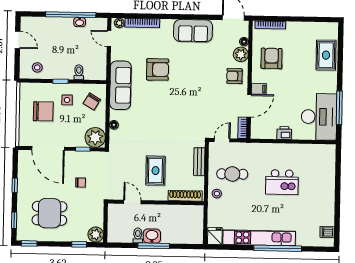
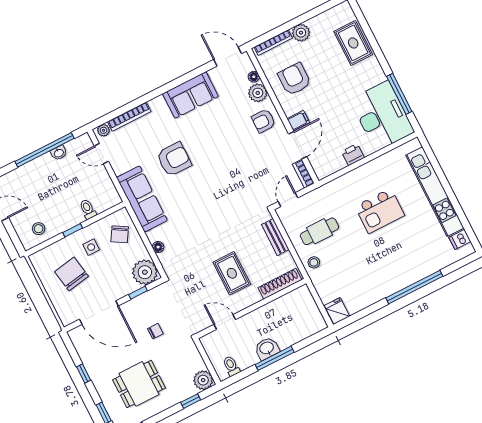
plant: (293, 28) -> (301, 33), added
chair: (43, 111) -> (71, 274), turned -100
toilet: (138, 235) -> (231, 366), moved
kitchen unit: (259, 238) -> (435, 192), moved, turned -90

